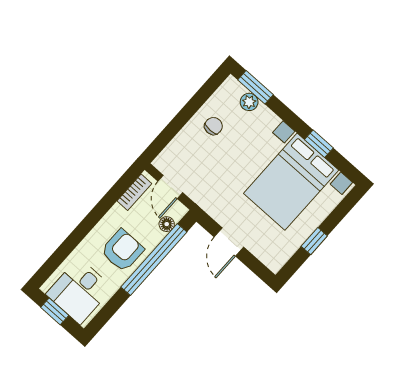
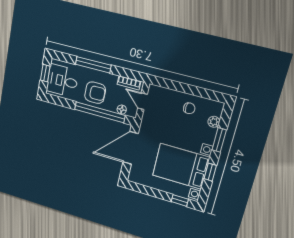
window: (255, 87) -> (219, 140), moved
door: (170, 187) -> (143, 101), hinge flipped
window: (82, 231) -> (93, 65), added
window: (314, 241) -> (180, 200), moved
door: (229, 242) -> (131, 148), width x1.87

